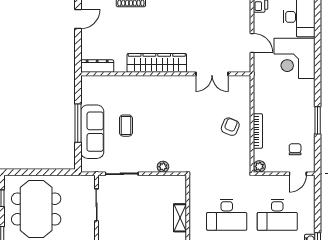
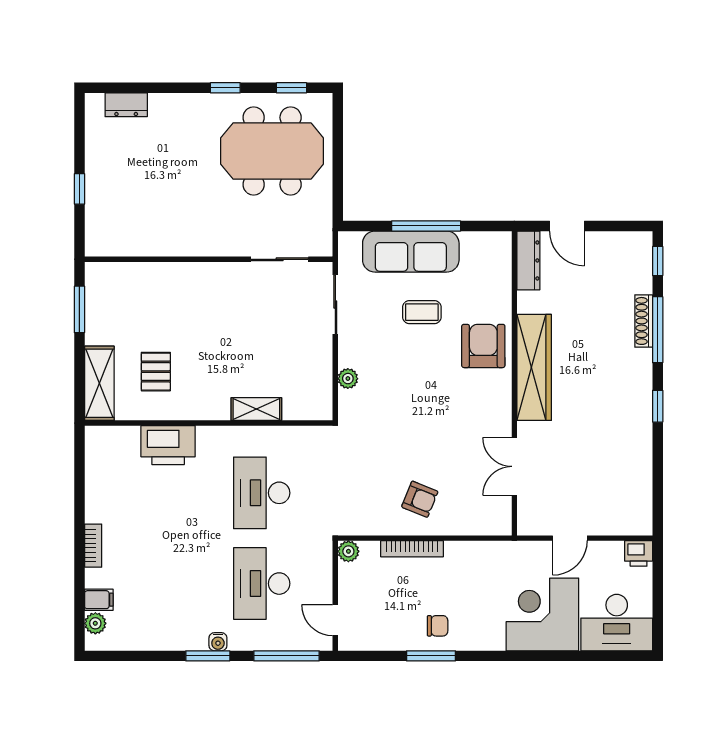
door: (78, 19) -> (567, 226), moved
armchair: (145, 91) -> (483, 346), added
chair: (295, 149) -> (438, 626), moved
window: (318, 201) -> (286, 656), added

